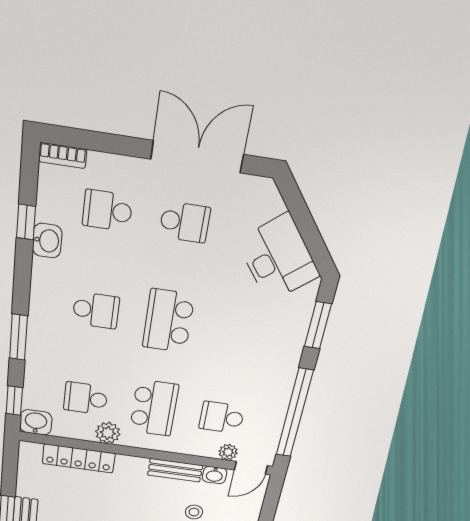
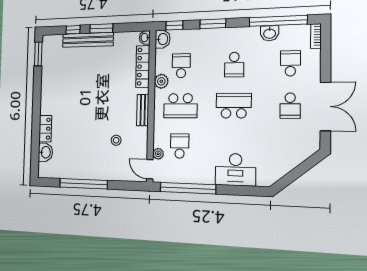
window: (26, 222) -> (278, 21), width x3.17
desk: (278, 258) -> (235, 170), moved, turned 38
window: (318, 325) -> (243, 190), removed
bench: (175, 470) -> (143, 110), moved
washbasin: (214, 475) -> (145, 38), moved

